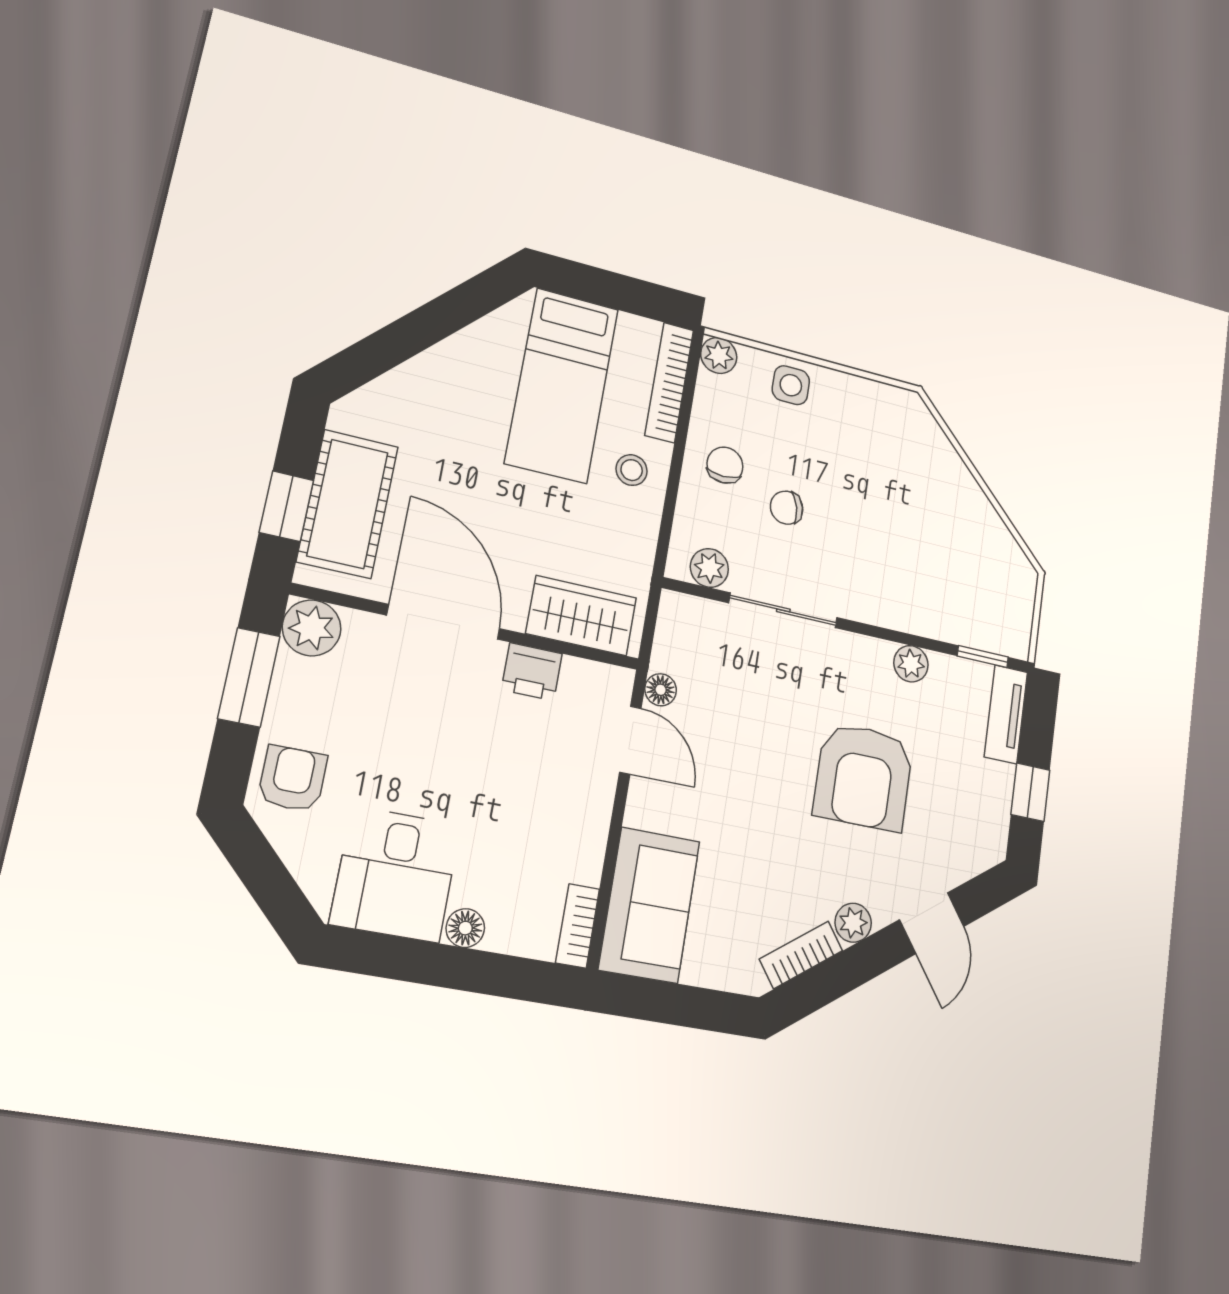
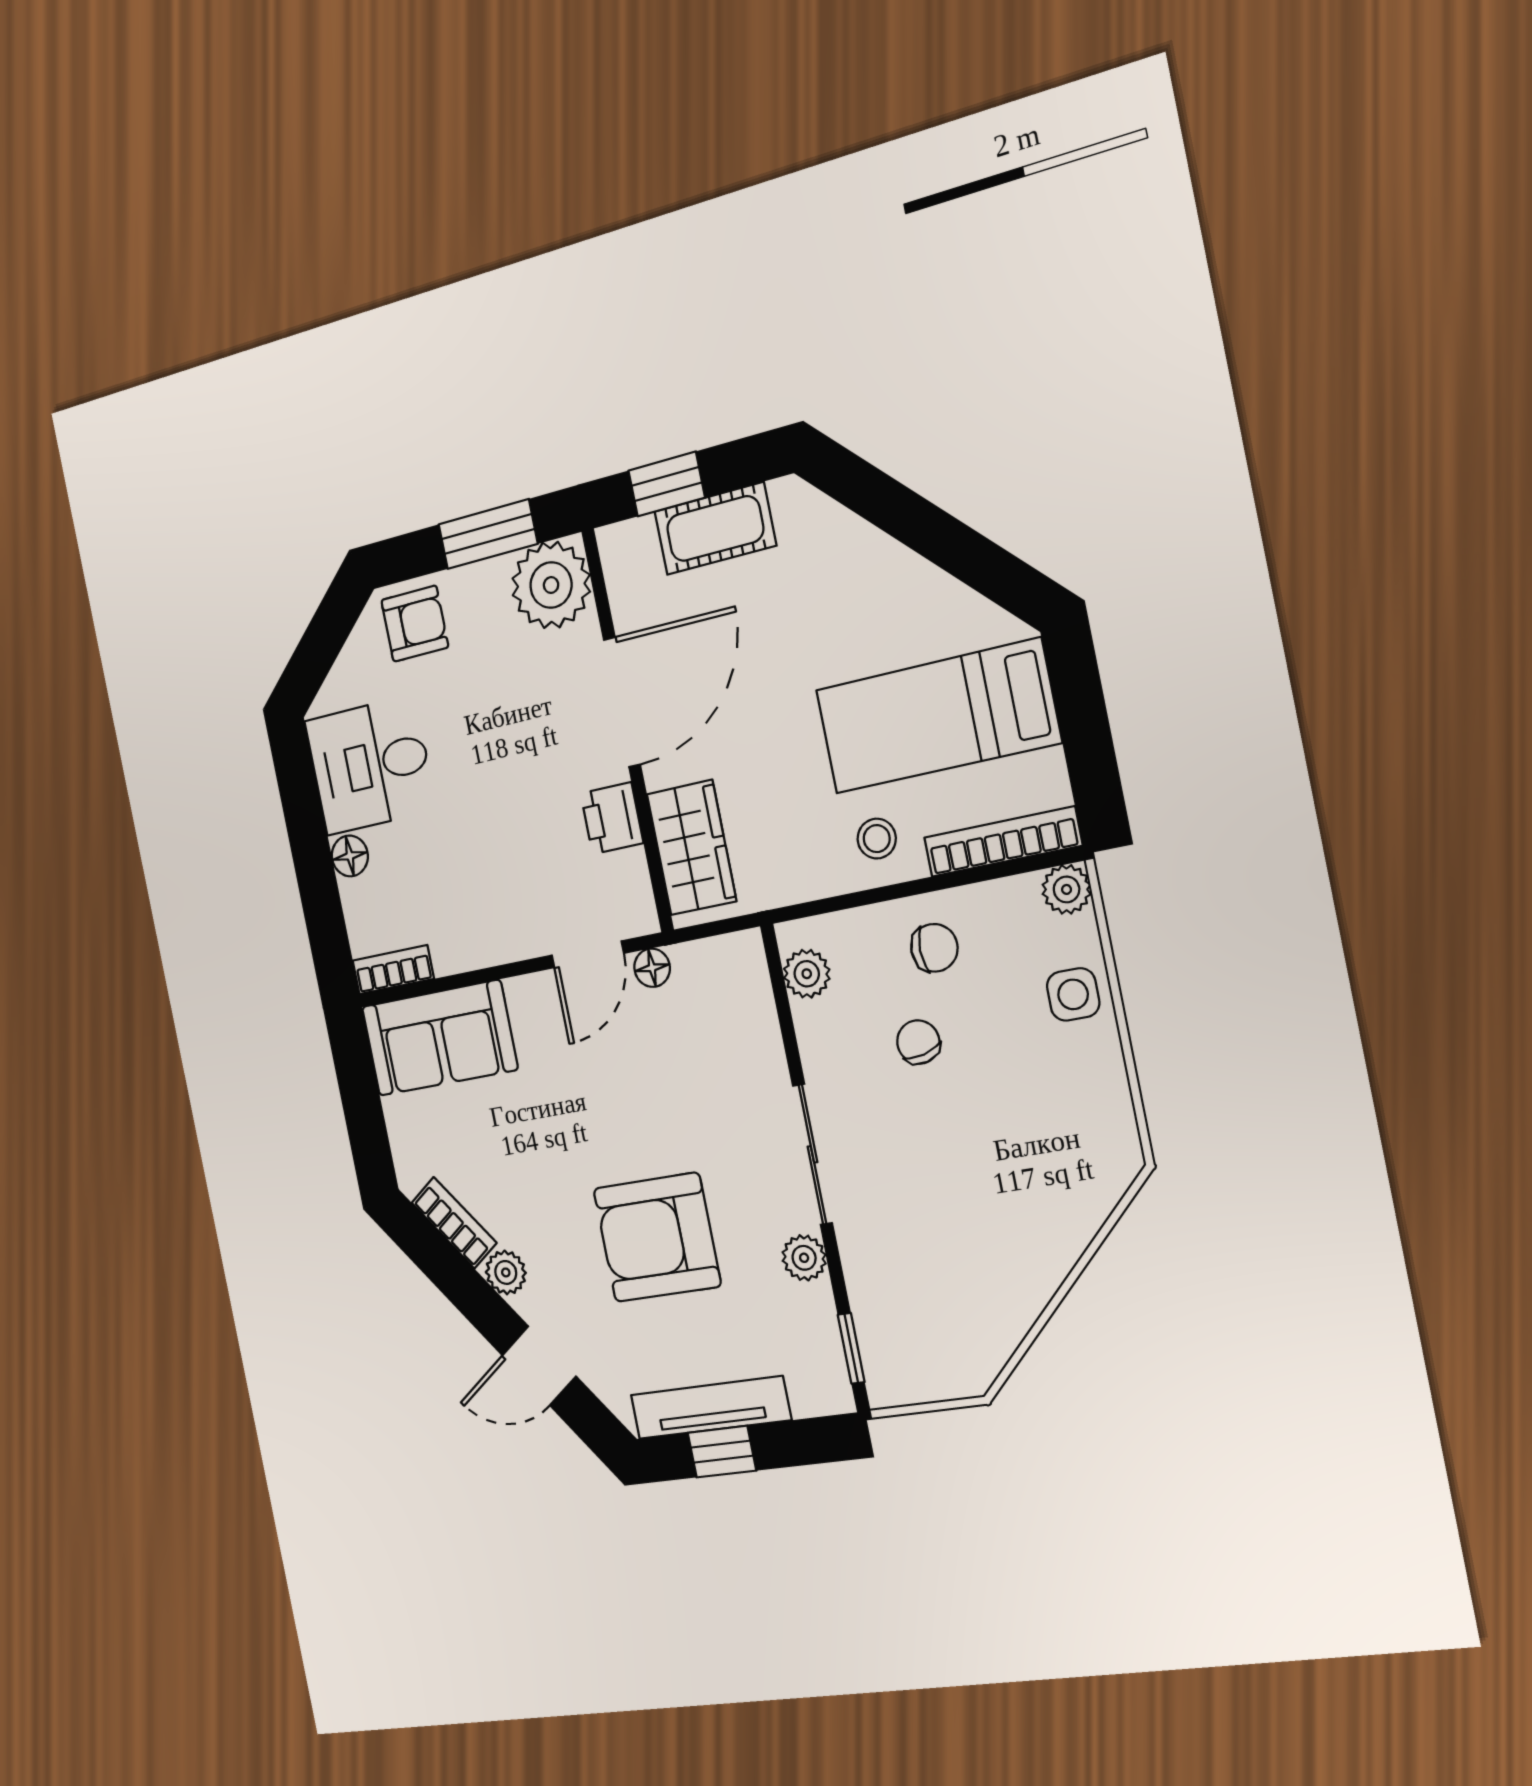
cot: (348, 504) -> (715, 529), width x0.73, depth x0.75
sliding door: (783, 610) -> (812, 1154), moved
plant: (312, 628) -> (551, 585), width x1.36, depth x1.36
tv unit: (1006, 714) -> (710, 1408), moved, width x1.41

